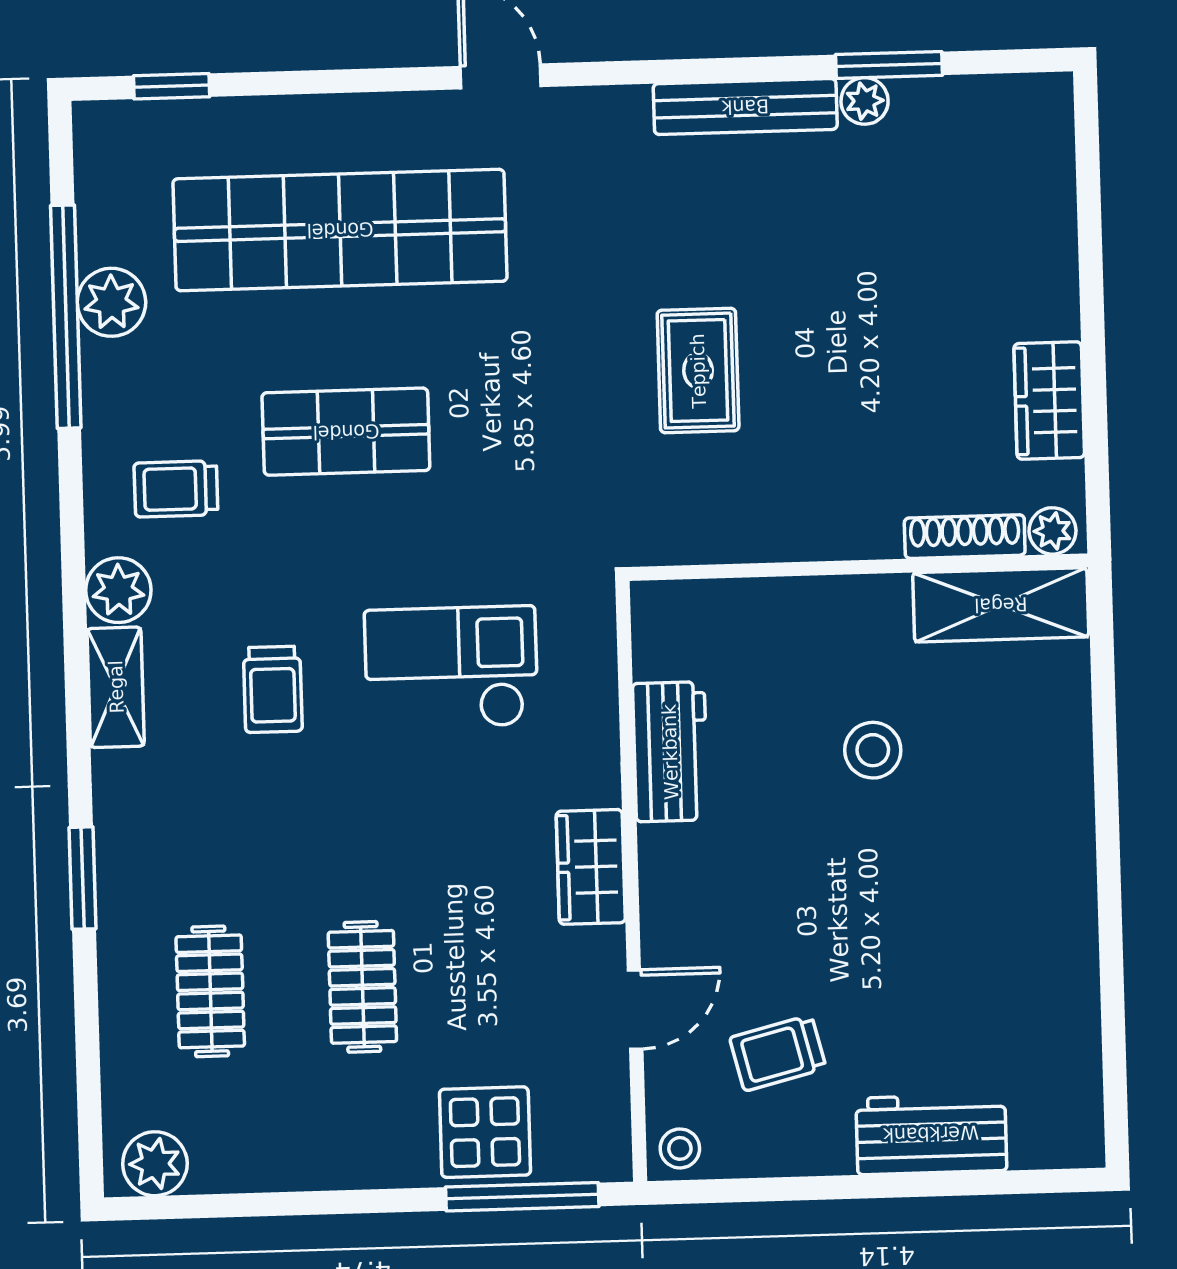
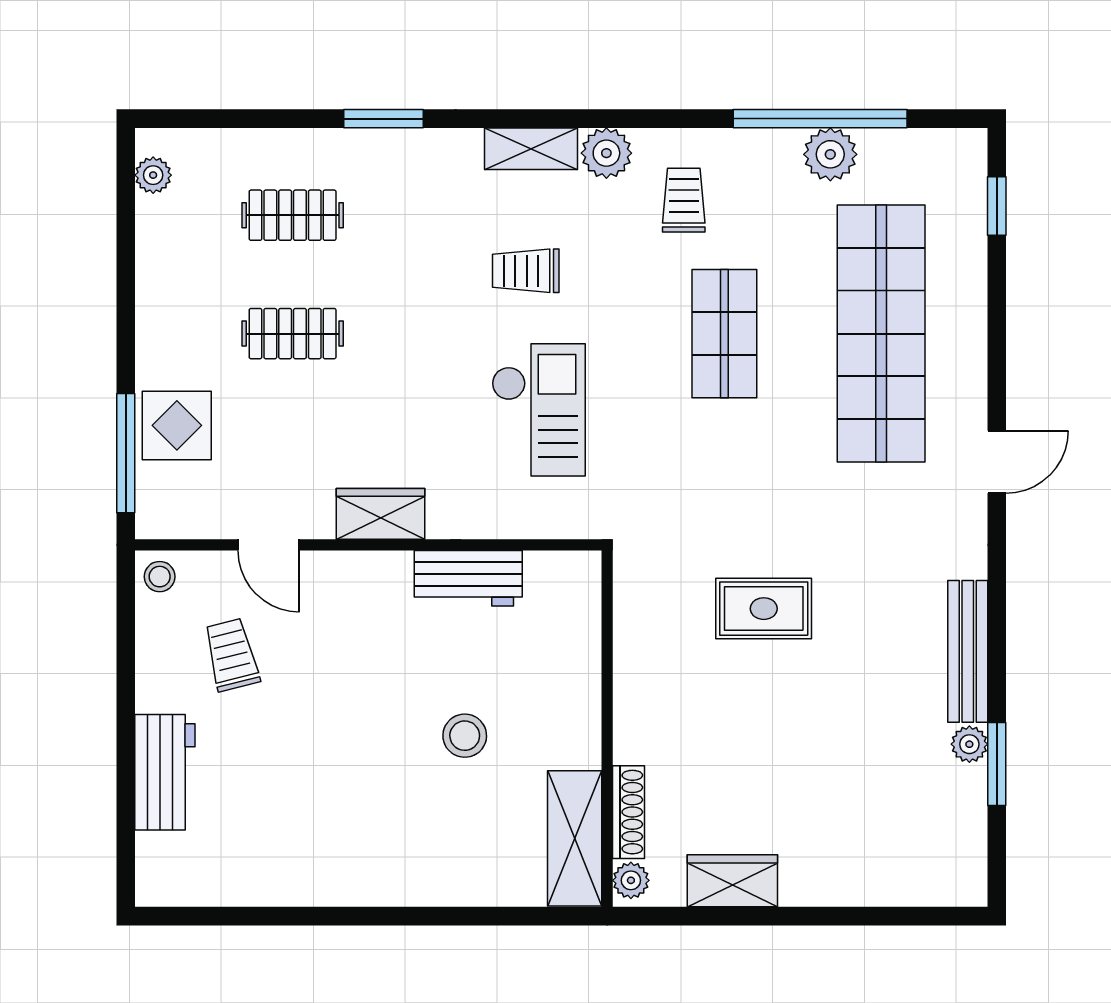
plant: (155, 1164) -> (153, 175), width x0.73, depth x0.73

